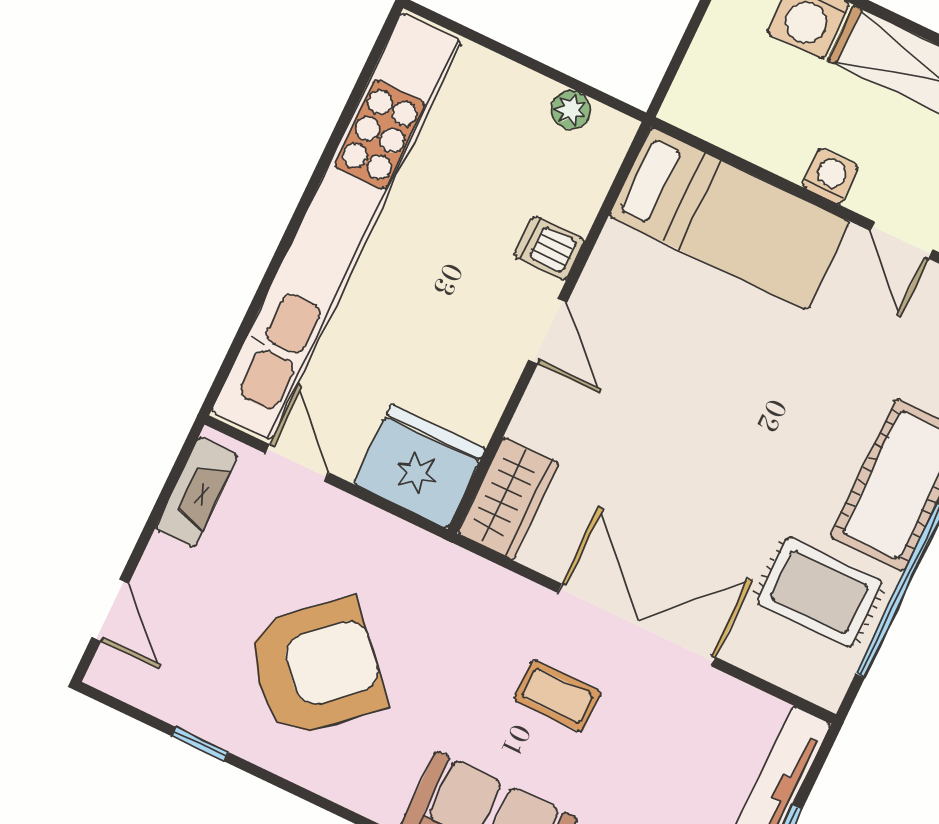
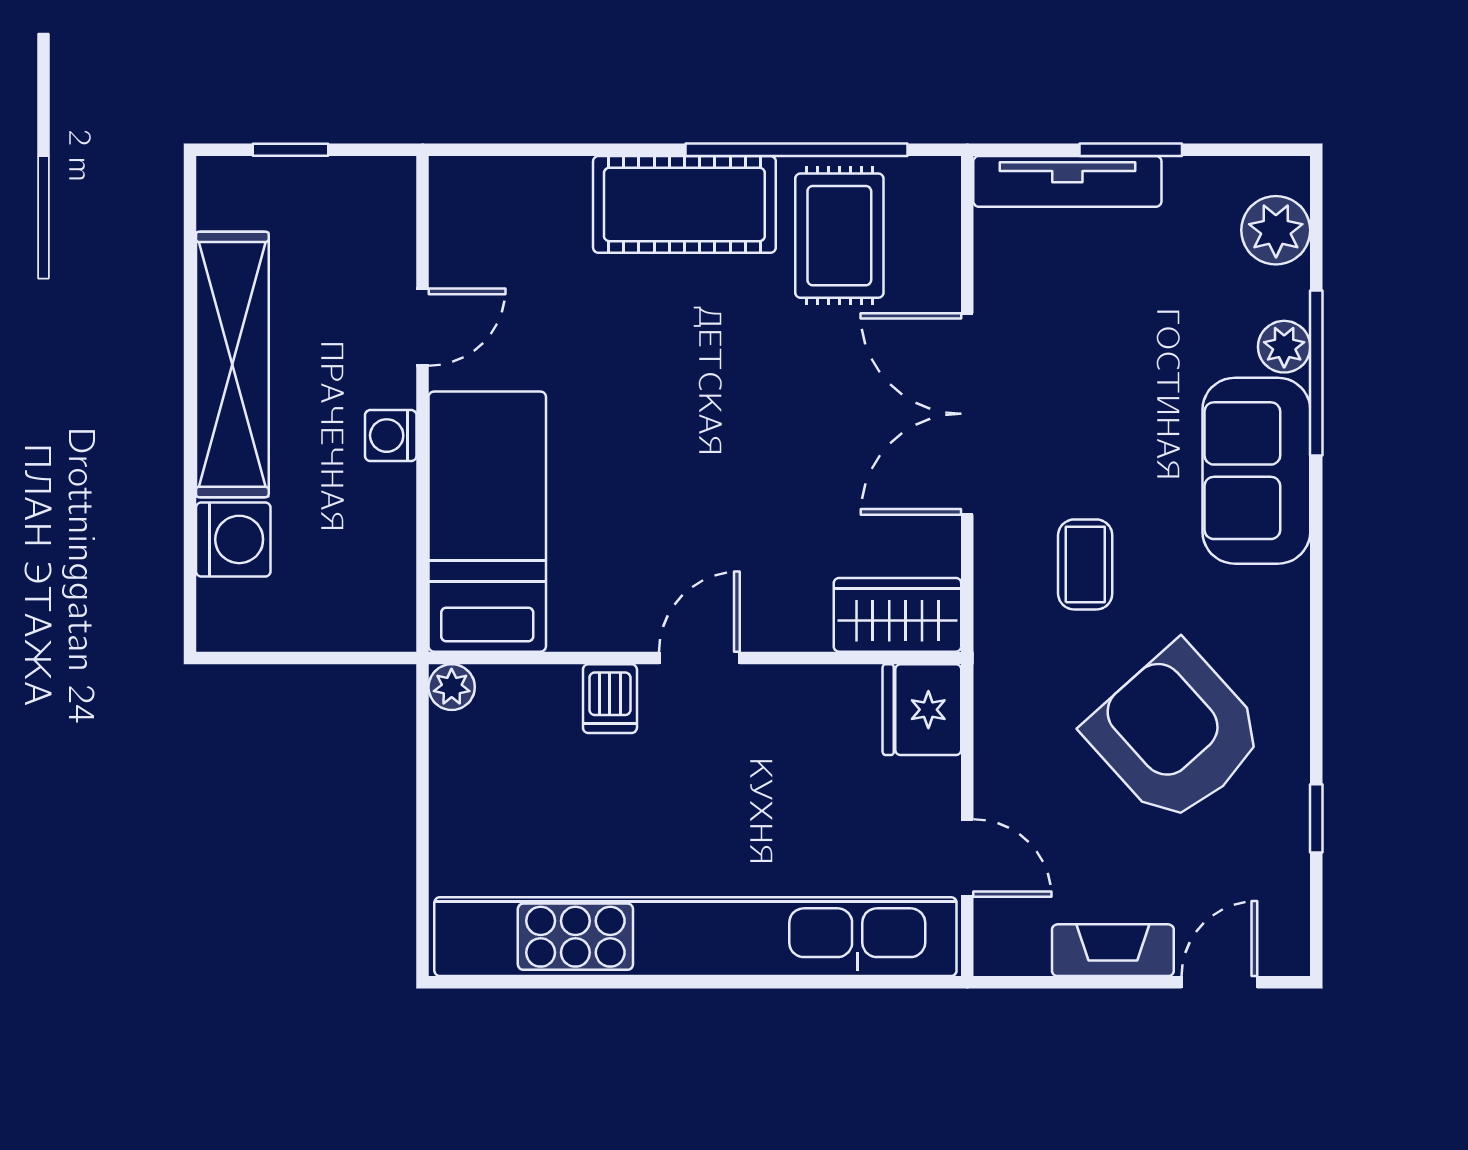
plant: (571, 110) -> (452, 687), moved
door: (297, 463) -> (967, 858), swing flipped
fridge: (419, 466) -> (922, 710), width x0.73, depth x0.75
fireplace: (197, 492) -> (1113, 950), moved
coffee table: (557, 696) -> (1085, 564), moved

